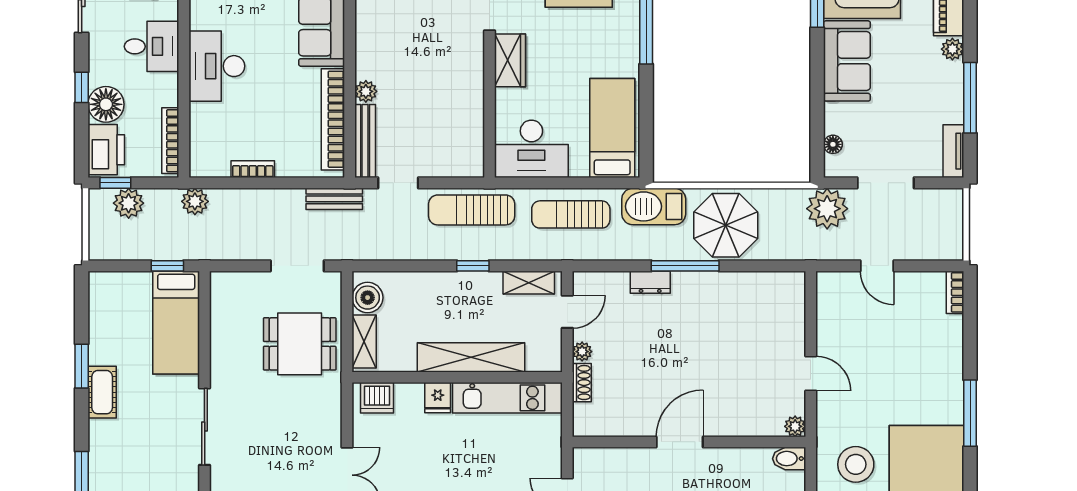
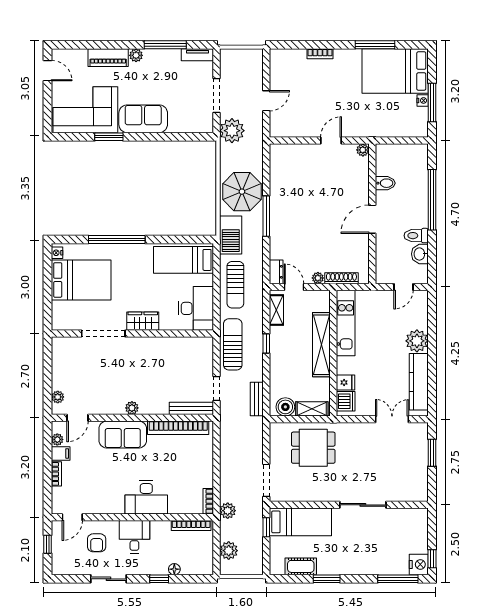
plant: (366, 91) -> (132, 408), moved
floor lamp: (106, 104) -> (174, 569), width x0.53, depth x0.53
floor lamp: (833, 144) -> (193, 127), removed
printer: (106, 150) -> (196, 564), removed
bookcase: (253, 169) -> (208, 501), moved
window: (115, 183) -> (216, 558), removed
bench: (334, 199) -> (257, 399), moved
sun lounger: (472, 210) -> (233, 344), turned 180
doorway: (297, 266) -> (266, 480), moved
dresser: (650, 282) -> (276, 272), moved
bookcase: (955, 292) -> (320, 54), moved
dining table: (300, 344) -> (313, 448), turned 90
shoe rack: (582, 383) -> (341, 278), width x1.43
cot: (102, 392) -> (301, 566), moved
fridge: (438, 398) -> (345, 382), moved
window: (970, 413) -> (375, 45), moved
door: (680, 442) -> (372, 219), hinge flipped
bidet: (789, 459) -> (385, 183), moved, turned -90
stool: (856, 464) -> (386, 113), removed

